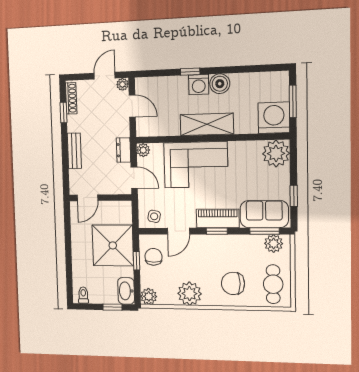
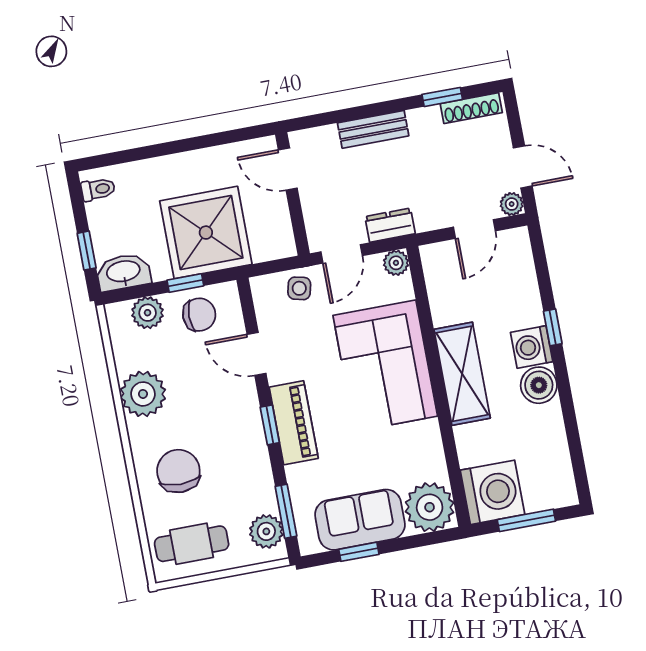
sofa: (264, 214) -> (360, 520), moved, turned -90
side table: (154, 216) -> (299, 288), moved
plant: (149, 296) -> (148, 313), moved

